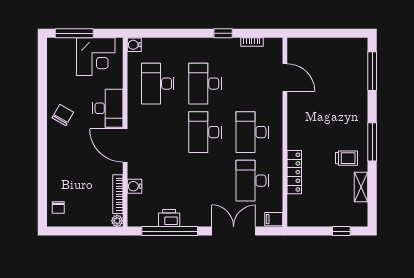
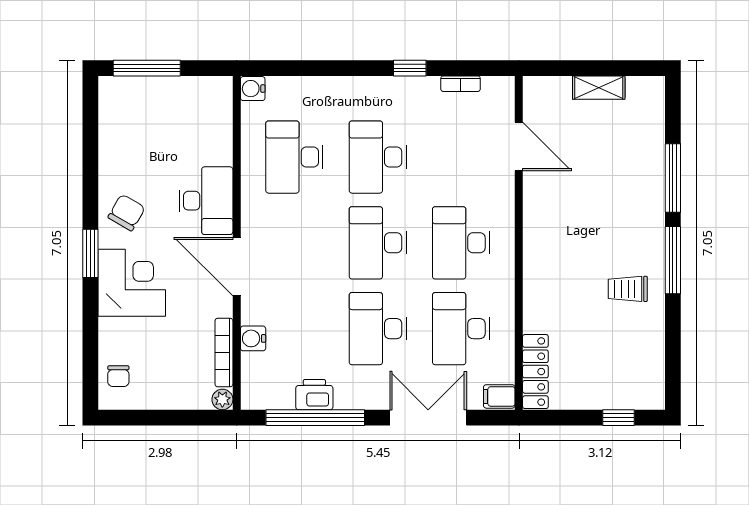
corner desk: (96, 57) -> (132, 283), moved, turned -90
window: (372, 71) -> (673, 178), moved
window: (42, 138) -> (90, 253), added
trolley: (347, 158) -> (628, 289), turned 180
locker: (294, 172) -> (535, 372), moved
desk: (205, 181) -> (378, 329), added
shelving: (361, 187) -> (599, 88), moved, turned 90

